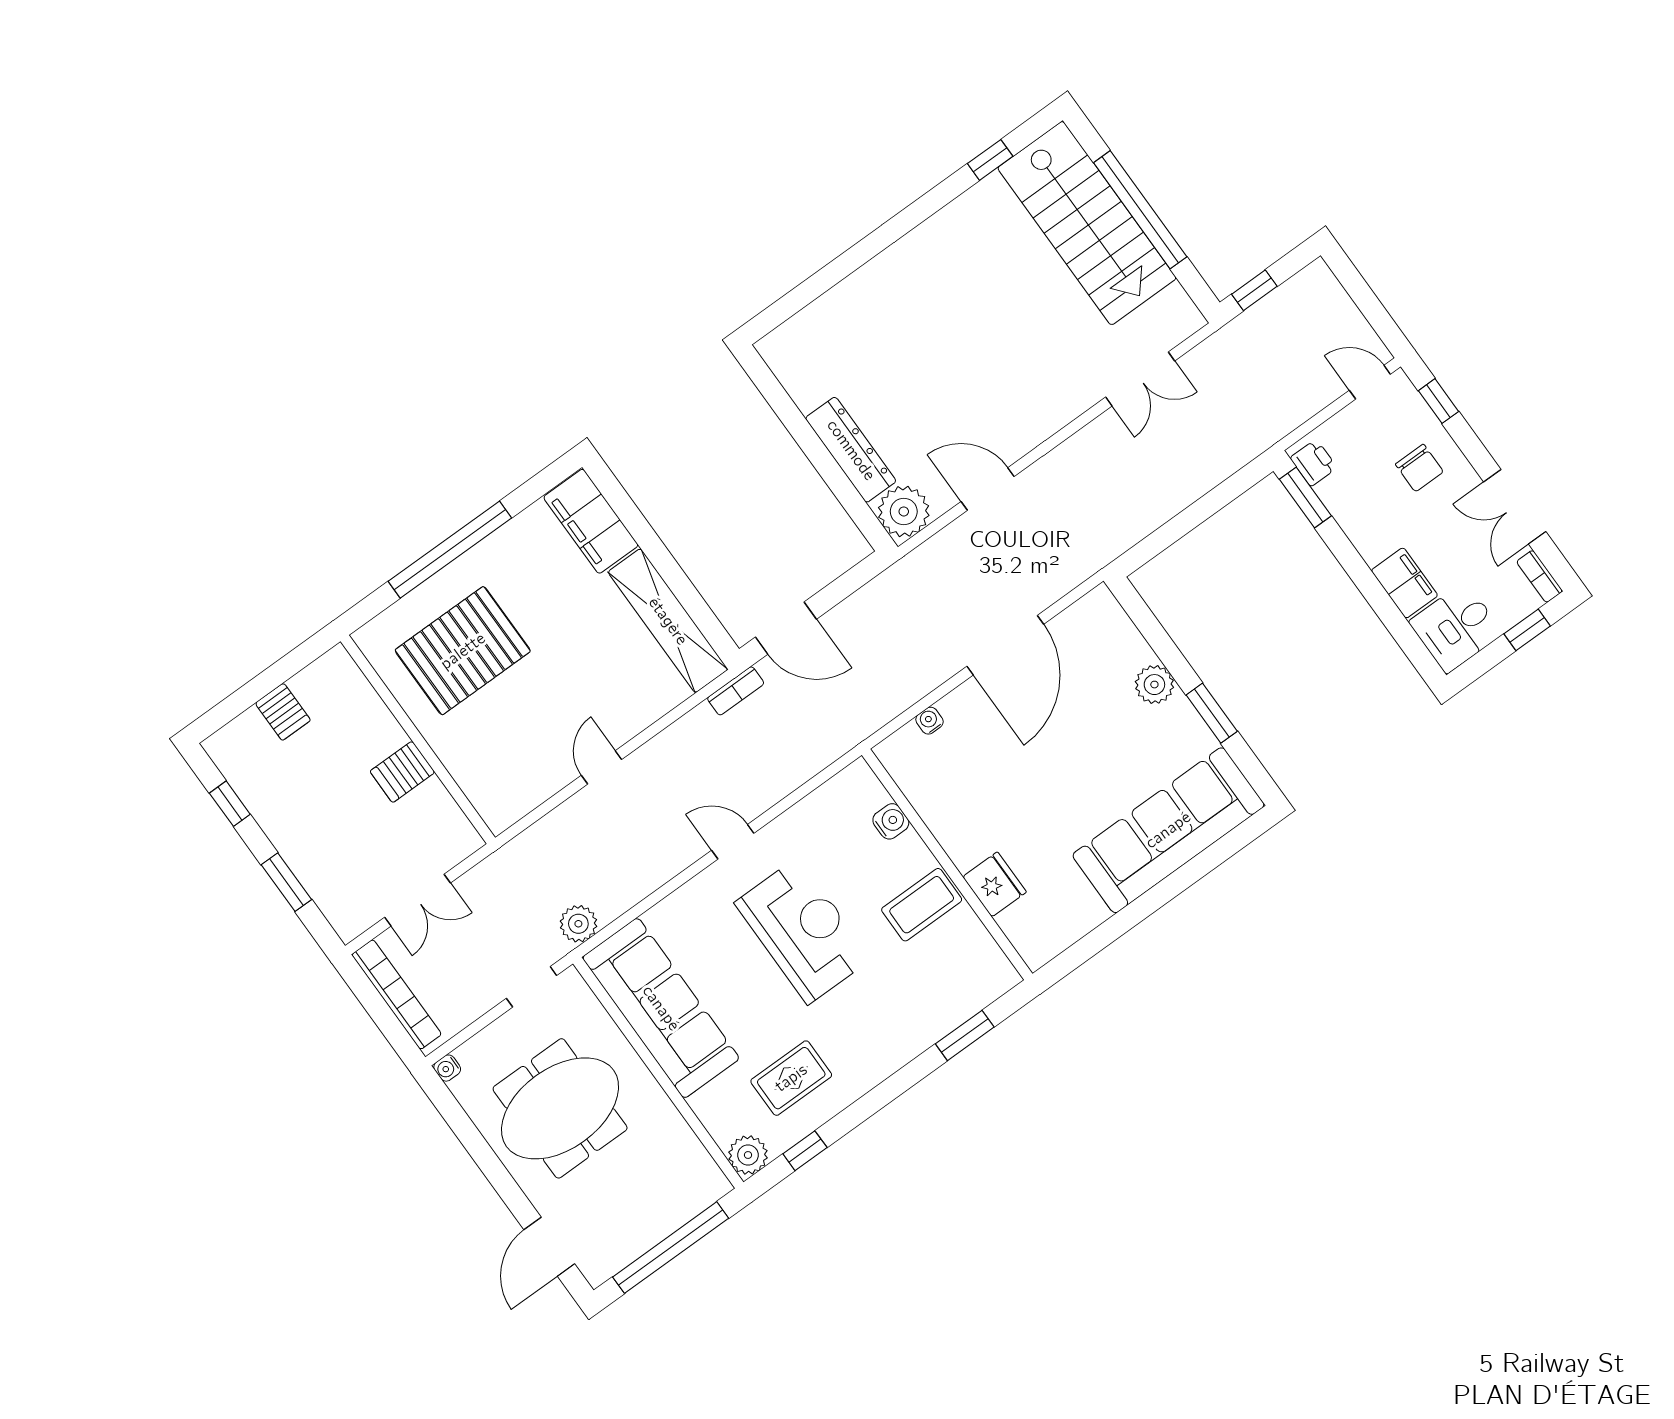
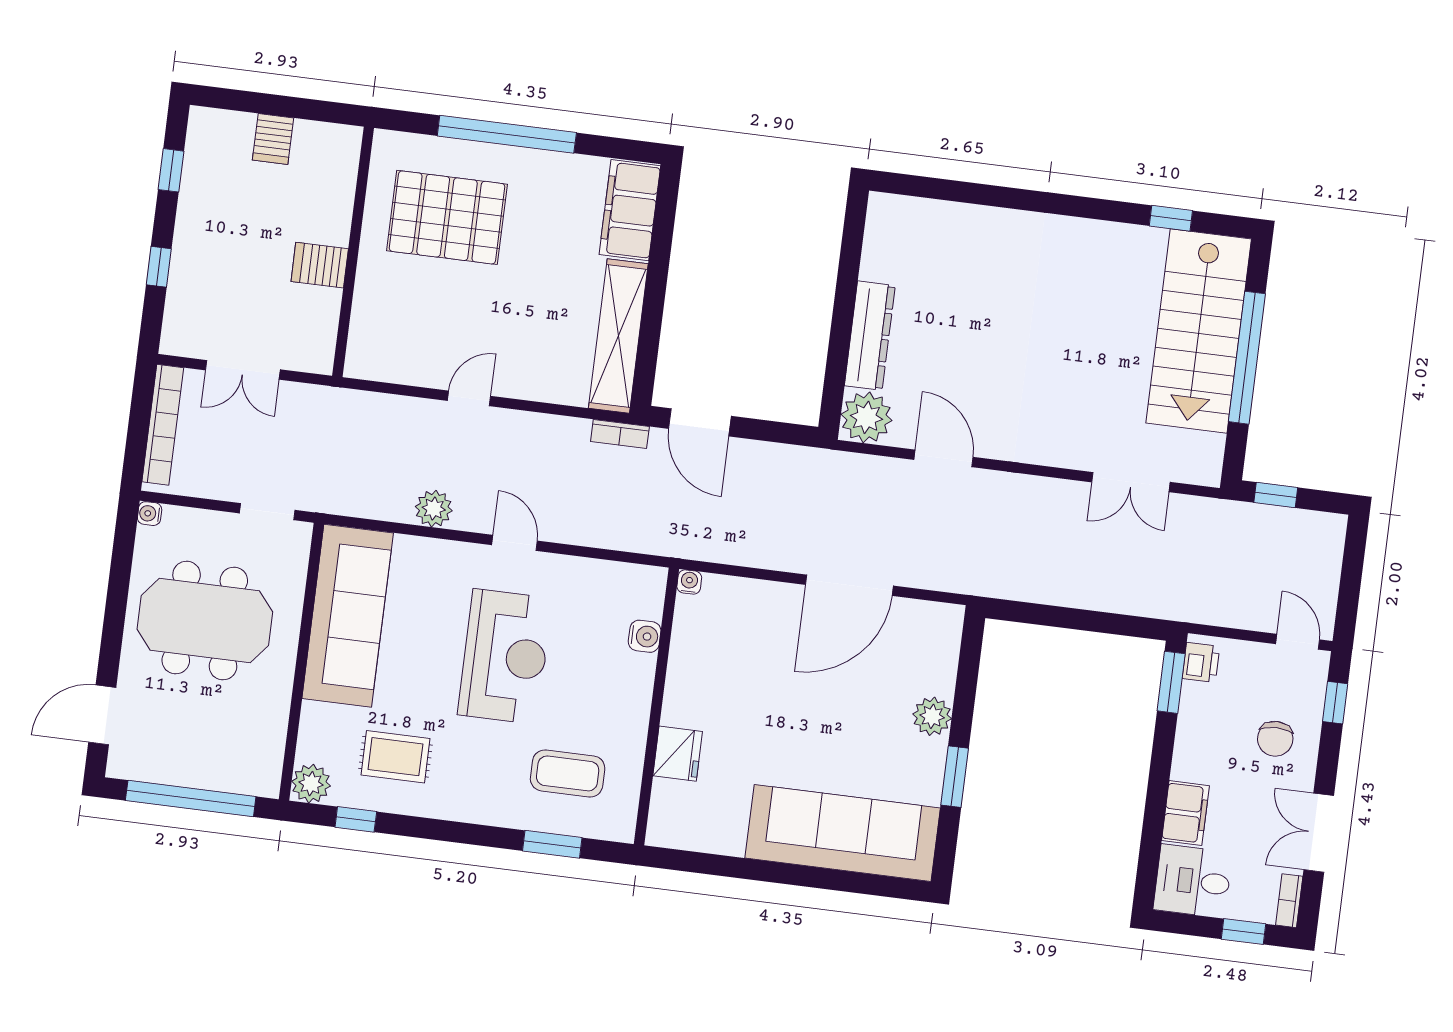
water cooler: (929, 721) -> (689, 582), moved
window: (286, 882) -> (159, 267), width x0.67
coffee table: (922, 905) -> (568, 773), moved
plant: (578, 924) -> (434, 509), moved

